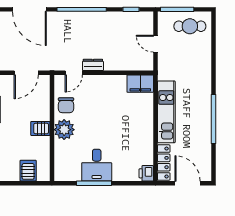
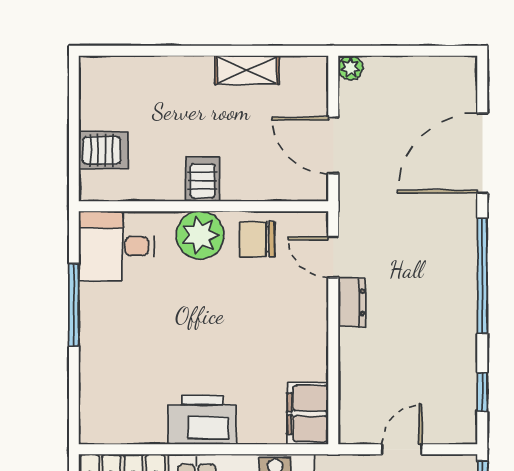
desk: (97, 165) -> (116, 246), moved
printer: (146, 173) -> (202, 420), moved, width x1.87, depth x1.48

